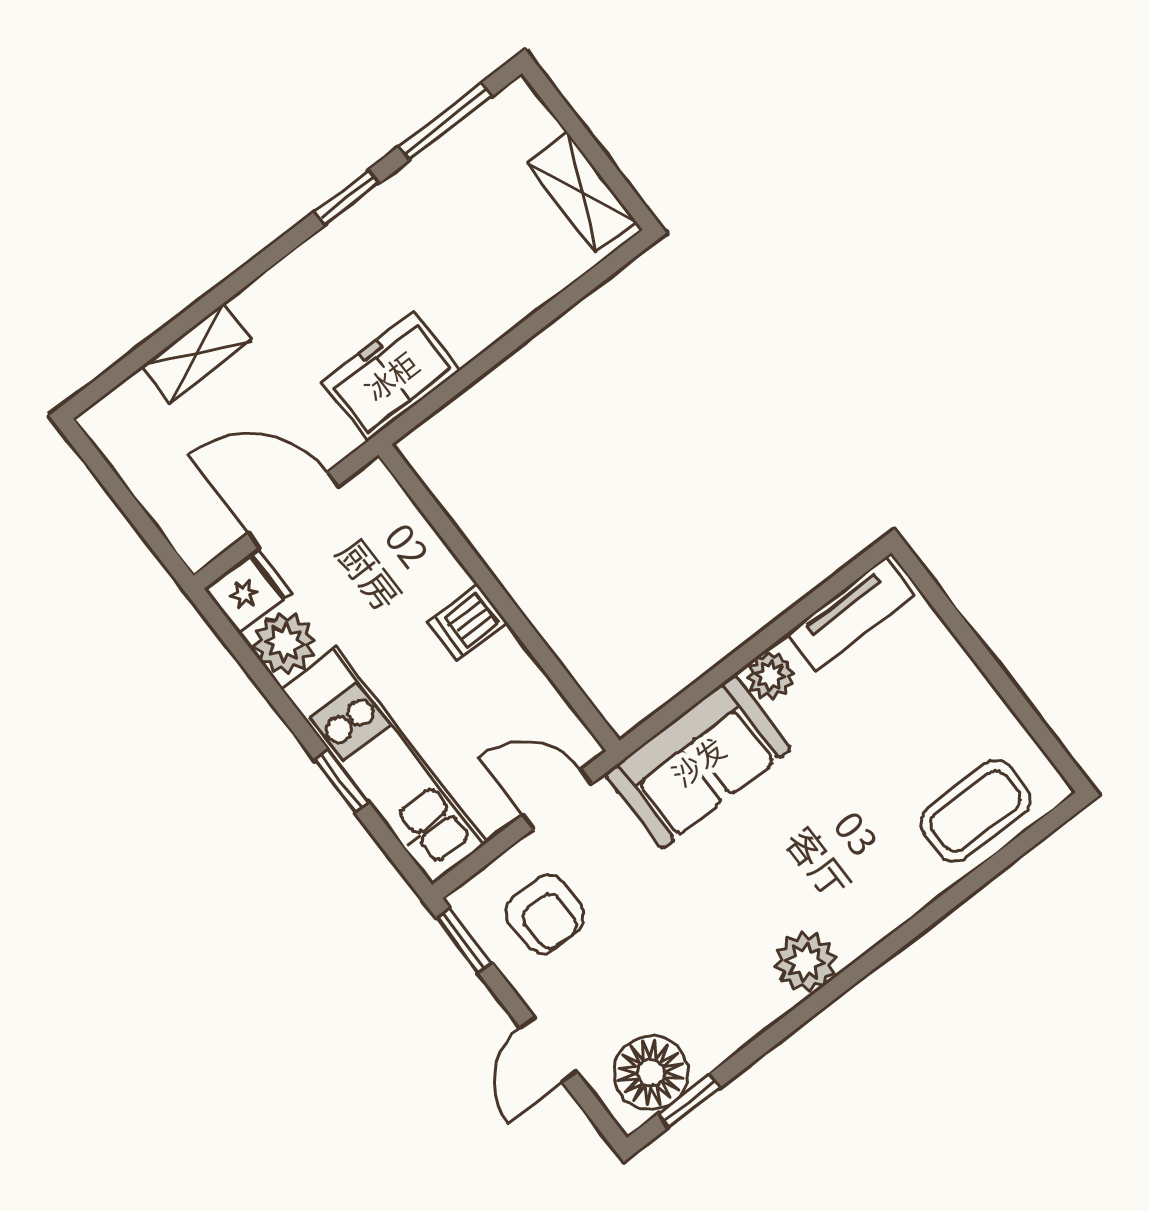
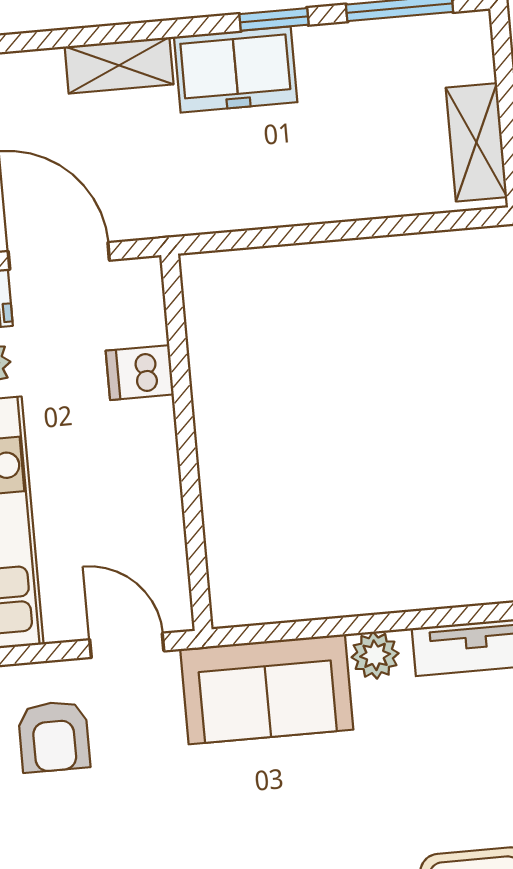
shelving: (196, 353) -> (119, 65), moved
freezer: (391, 376) -> (236, 69), moved, turned 180
dishwasher: (468, 623) -> (140, 373), moved

